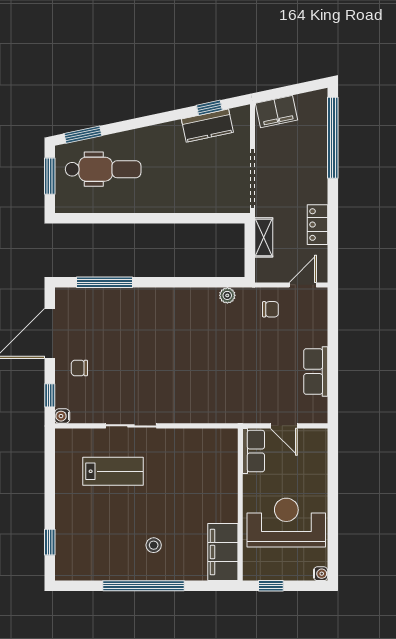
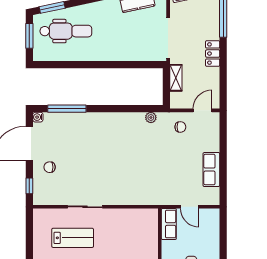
locker: (318, 225) -> (213, 54), moved
water cooler: (62, 416) -> (38, 117), moved

